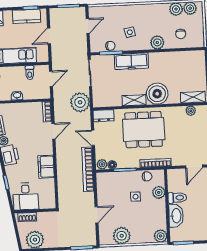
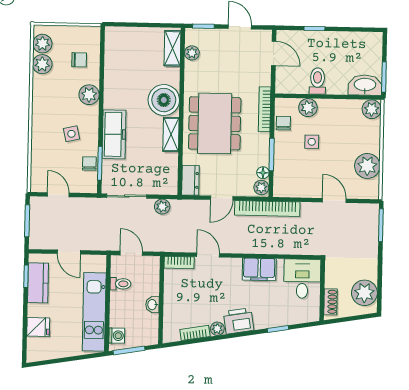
plant: (80, 102) -> (162, 207), width x0.53, depth x0.53
desk: (26, 196) -> (302, 279), moved, turned -90
washbasin: (176, 216) -> (365, 85), moved

